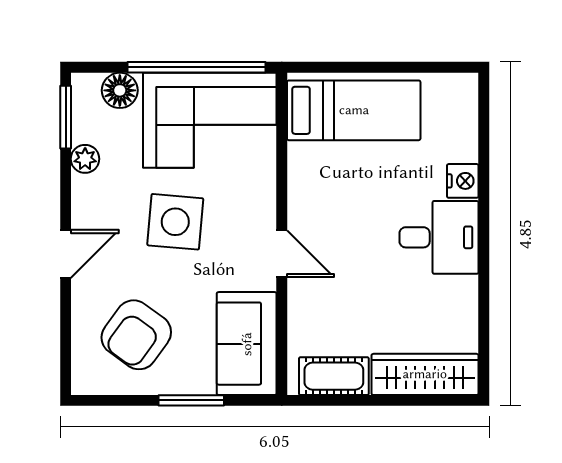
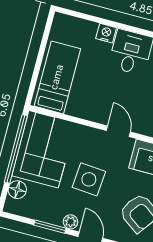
window: (66, 117) -> (50, 227), moved
plant: (85, 159) -> (70, 222), moved
door: (282, 254) -> (118, 131), hinge flipped

